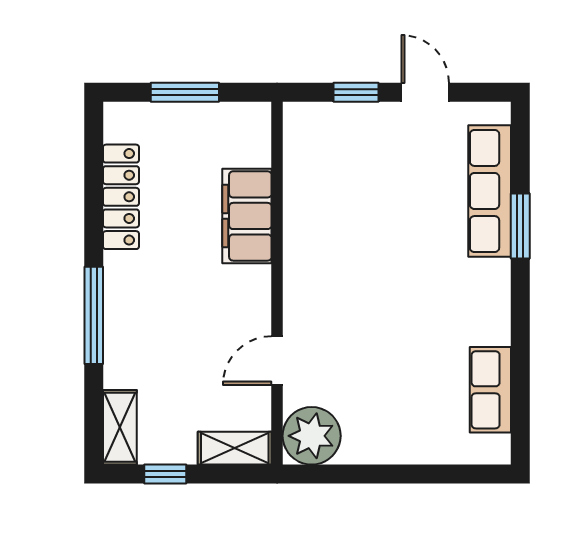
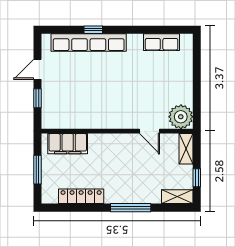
row of seats: (490, 191) -> (89, 42), width x1.36
filing cabinet: (247, 216) -> (68, 144), moved
window: (520, 226) -> (93, 30), width x0.67

